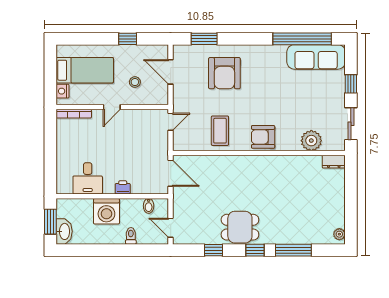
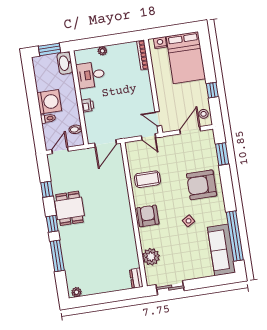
bed: (85, 70) -> (186, 58), width x1.50
armchair: (224, 73) -> (202, 185), moved
stool: (135, 82) -> (204, 114), moved
window: (351, 84) -> (203, 282), removed
side table: (276, 90) -> (189, 221), added
door: (112, 107) -> (158, 119), moved
plant: (62, 160) -> (102, 51), added
washing machine: (106, 211) -> (49, 102), moved, turned 180
washbasin: (64, 231) -> (65, 63), moved, turned 90

